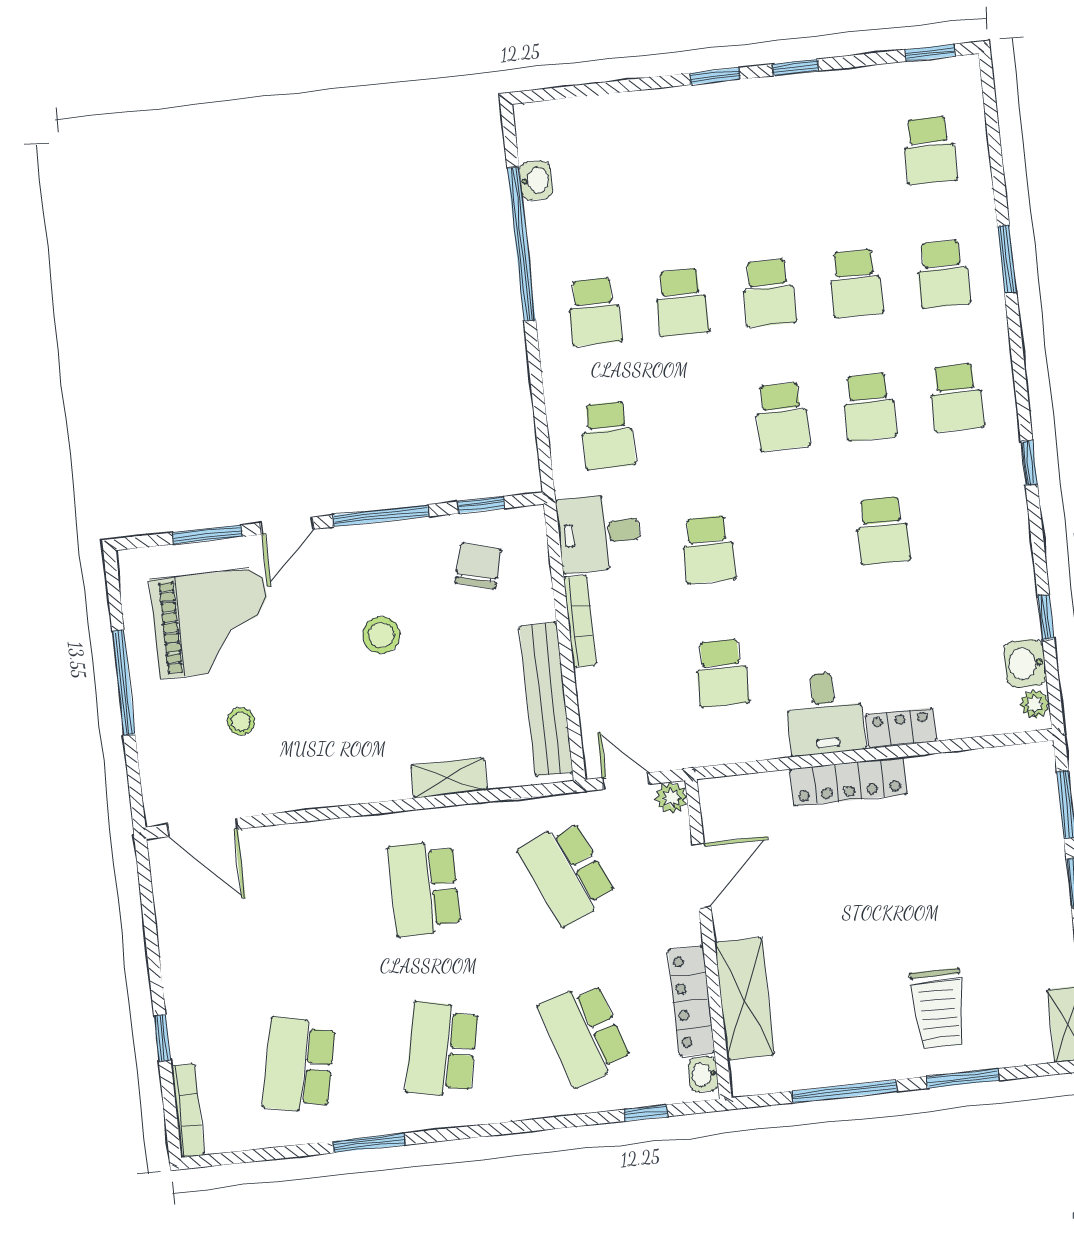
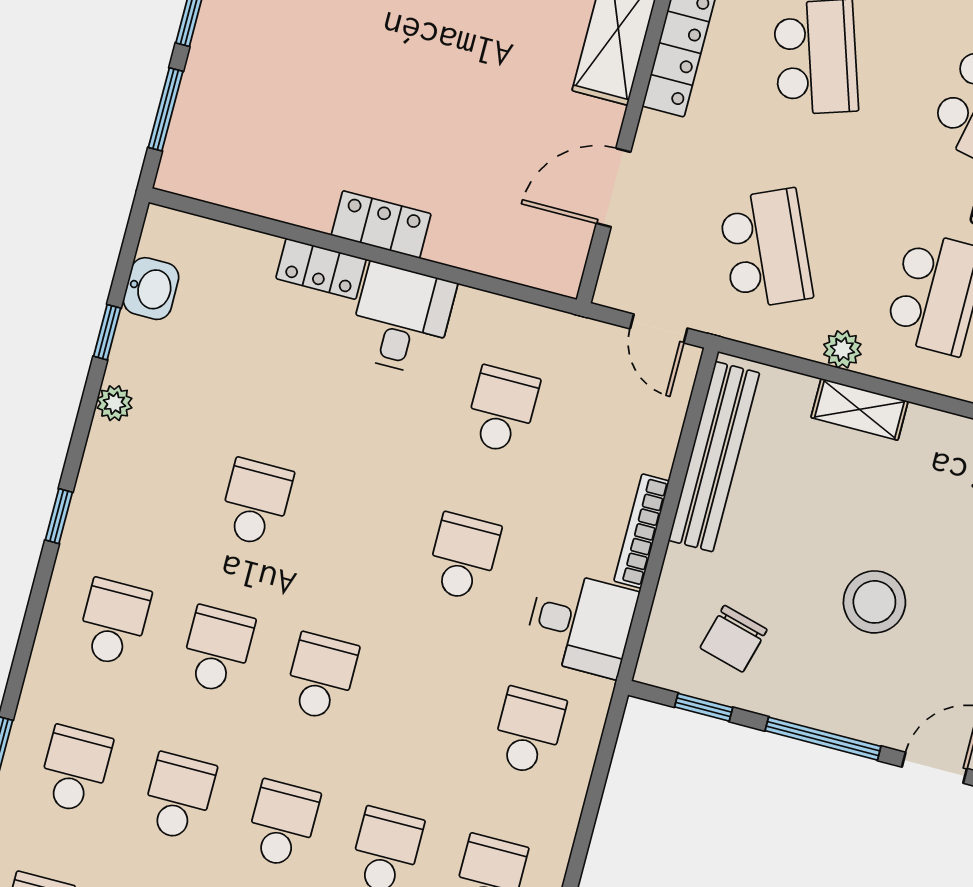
stool: (381, 635) -> (874, 602), width x1.38, depth x1.38
plant: (1035, 704) -> (114, 403), moved
locker: (849, 782) -> (381, 224), width x0.66
plant: (671, 798) -> (842, 349), moved

